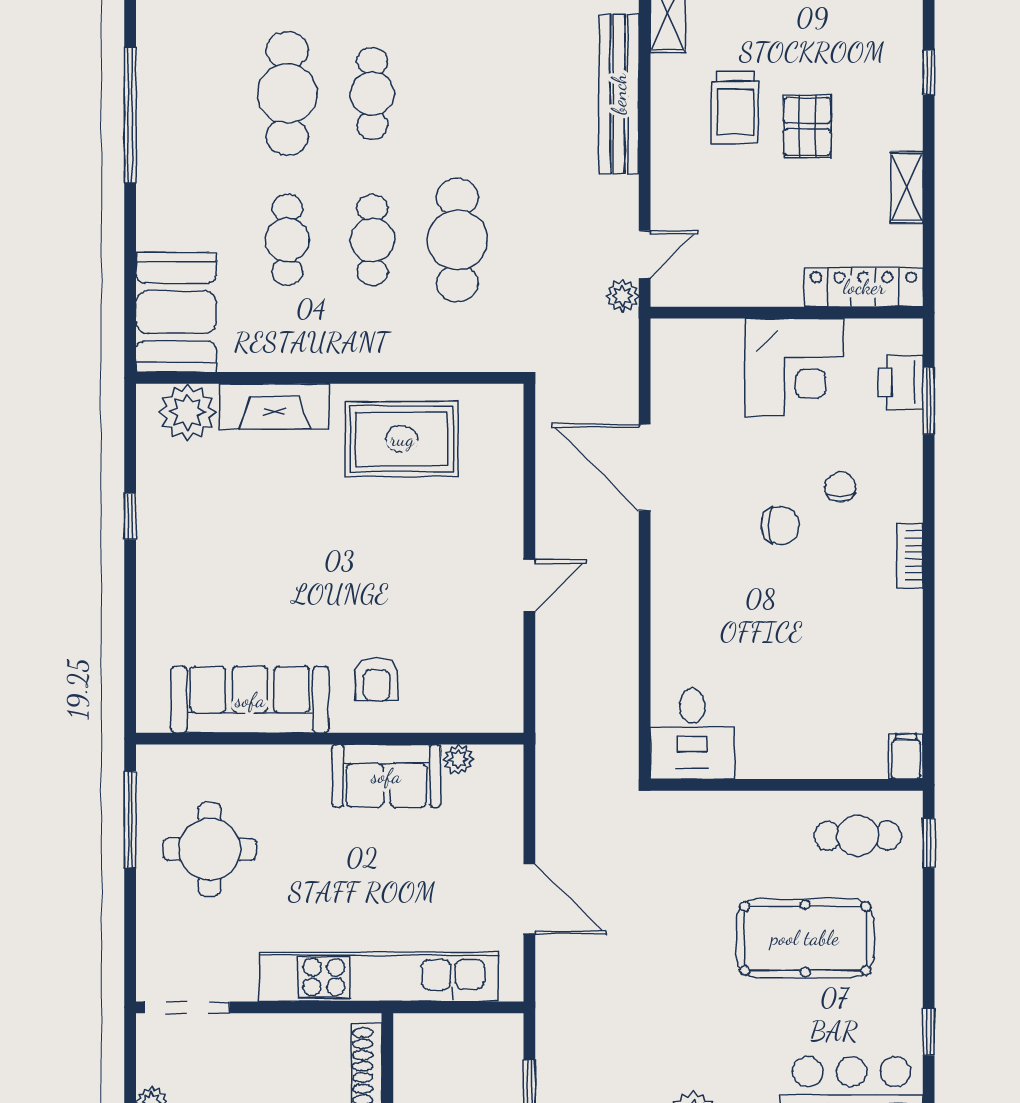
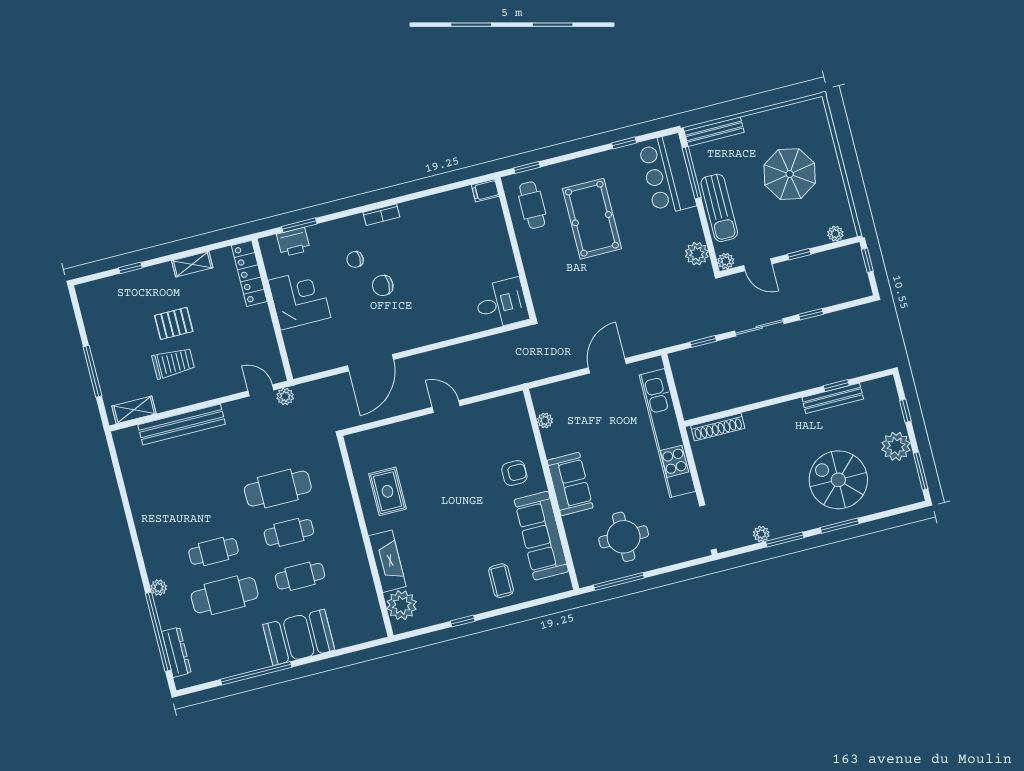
booth: (176, 312) -> (299, 637), moved
rug: (402, 439) -> (387, 491), width x0.73, depth x0.70
chair: (780, 525) -> (383, 285), turned -89
coffee table: (186, 605) -> (501, 581), added
sofa: (386, 776) -> (570, 484), moved

